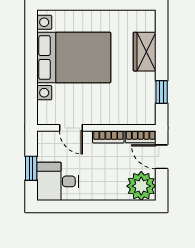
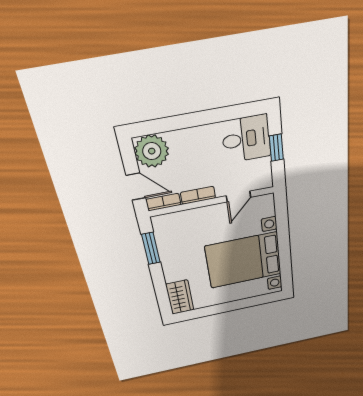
wardrobe: (145, 52) -> (180, 297), moved
window: (162, 92) -> (151, 248), width x1.50
door: (71, 128) -> (238, 197), swing flipped

